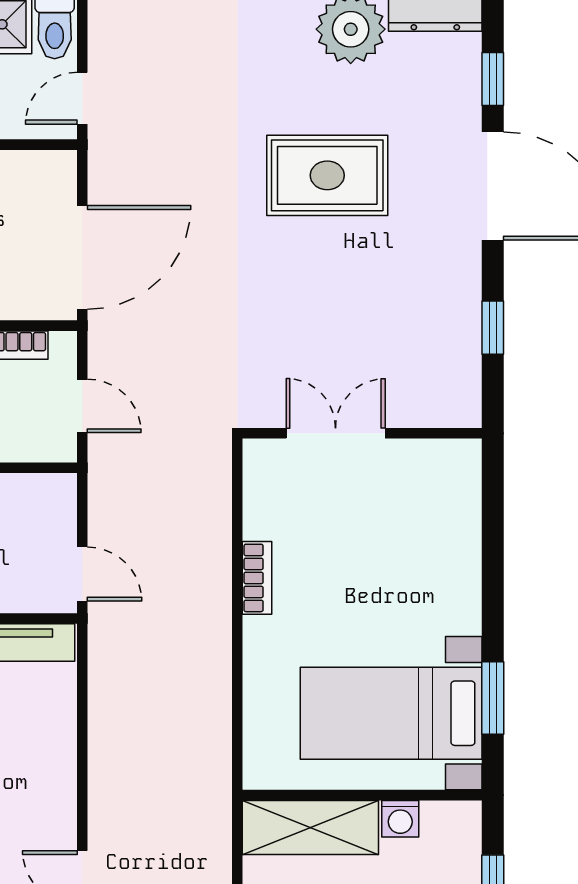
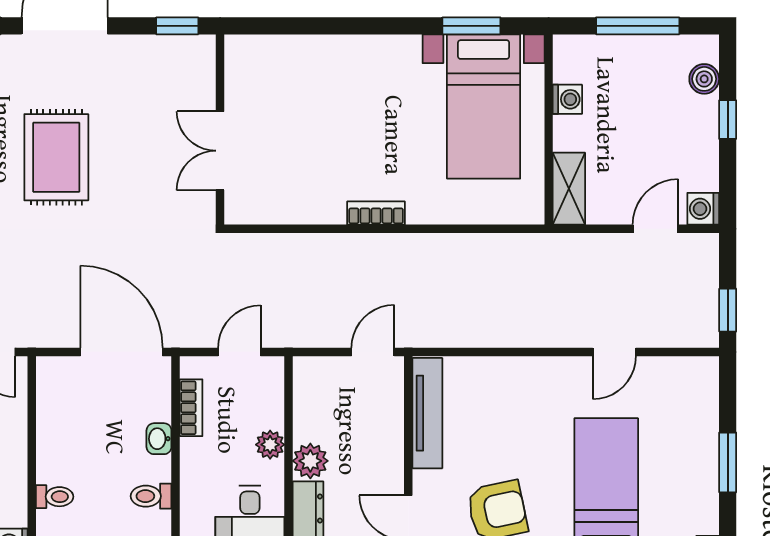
double door: (336, 433) -> (220, 151), moved
wall: (362, 433) -> (220, 130), moved
shelving: (310, 827) -> (569, 189), width x0.67, depth x0.75

